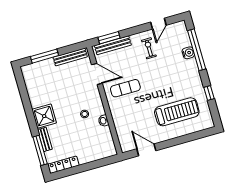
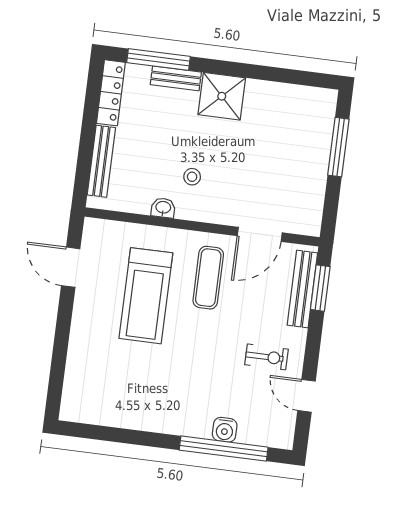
bench: (70, 57) -> (101, 161), moved
window: (209, 93) -> (129, 436), removed
treadmill: (177, 112) -> (146, 296), moved
door: (146, 150) -> (71, 267), swing flipped

